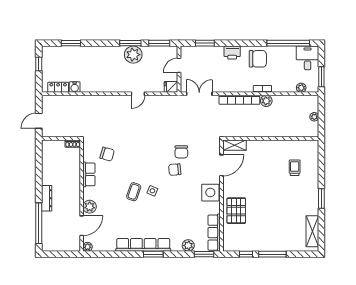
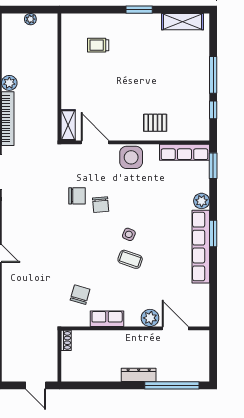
pallet: (236, 211) -> (155, 123), width x0.67, depth x0.71
plant: (188, 245) -> (202, 201), moved
plant: (88, 247) -> (203, 321), removed

